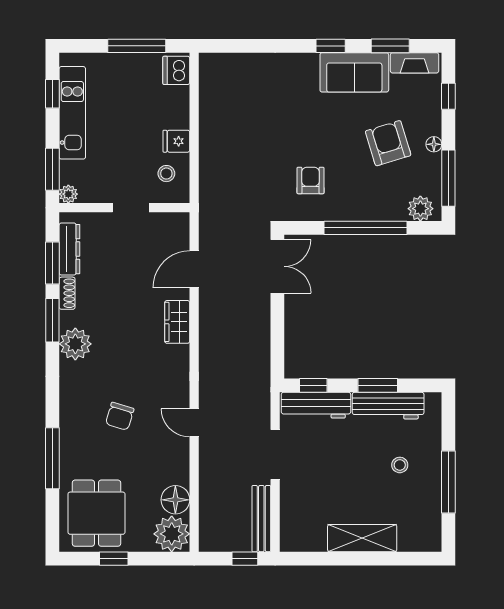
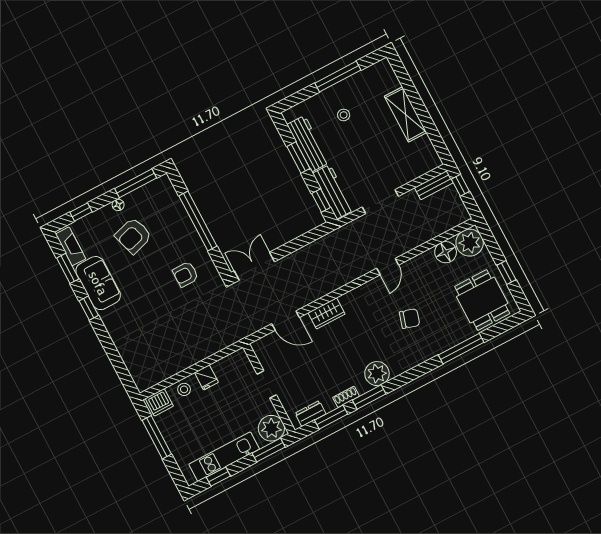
stool: (166, 174) -> (184, 389), moved
plant: (68, 194) -> (271, 428), width x1.88, depth x1.88
plant: (420, 209) -> (166, 191), removed
dresser: (69, 249) -> (310, 414), width x0.70
dining table: (96, 513) -> (482, 300), turned 90
bench: (261, 519) -> (434, 185), width x0.73

